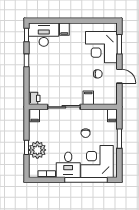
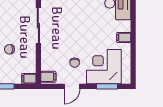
filing cabinet: (64, 29) -> (124, 37), moved
filing cabinet: (88, 98) -> (48, 77), moved

